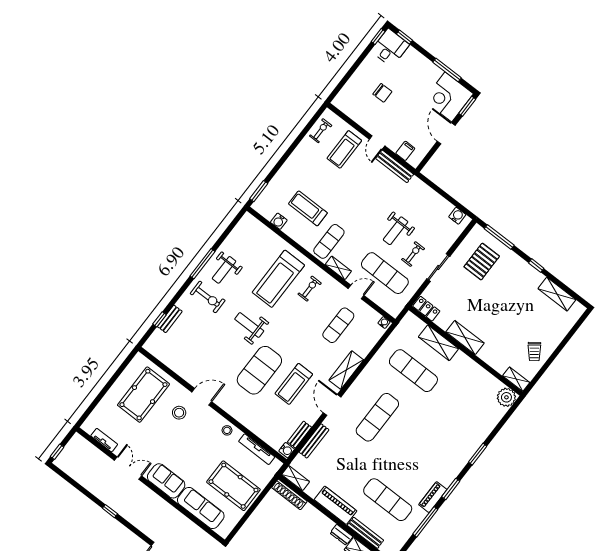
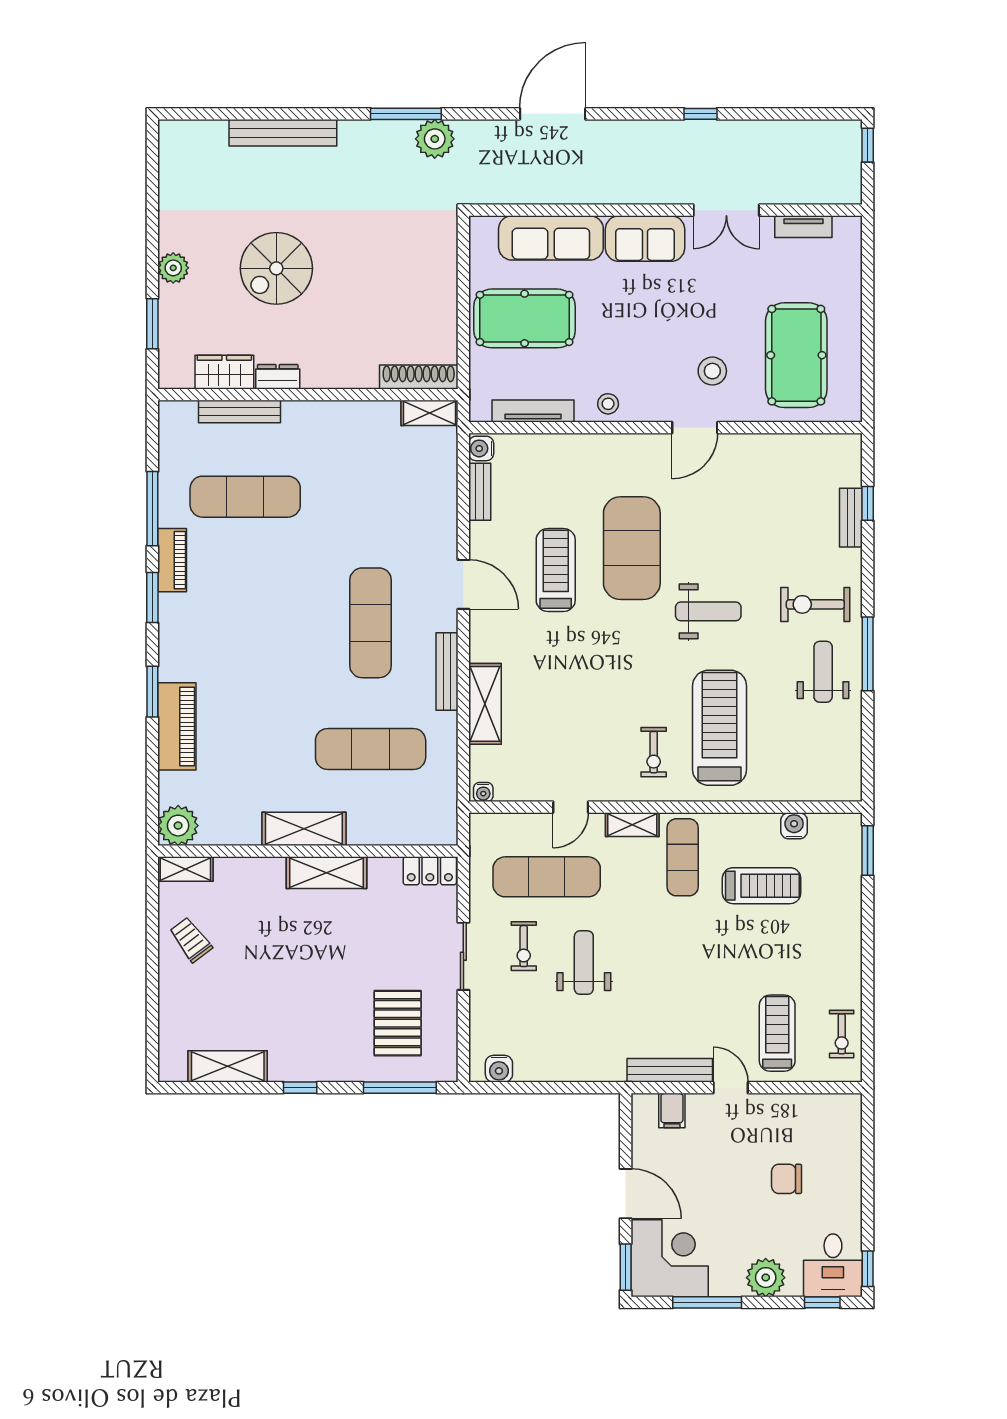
plant: (418, 62) -> (766, 1278), added
exercise mat: (338, 325) -> (557, 728), removed
shelving: (438, 343) -> (304, 829), moved
shelving: (346, 370) -> (485, 704), moved
bench: (314, 441) -> (447, 671), moved
piano: (335, 505) -> (177, 726), moved, turned -90

